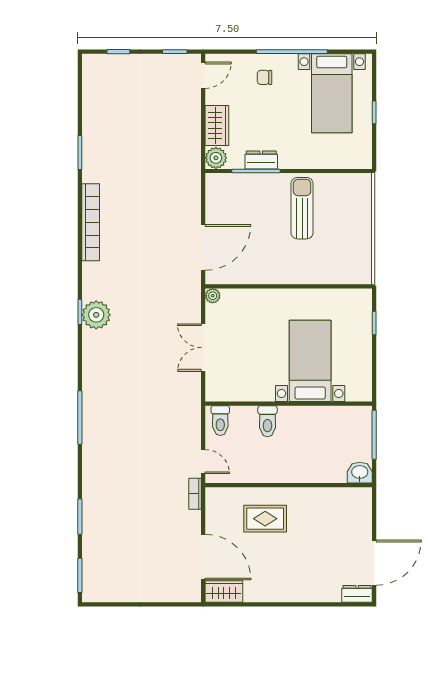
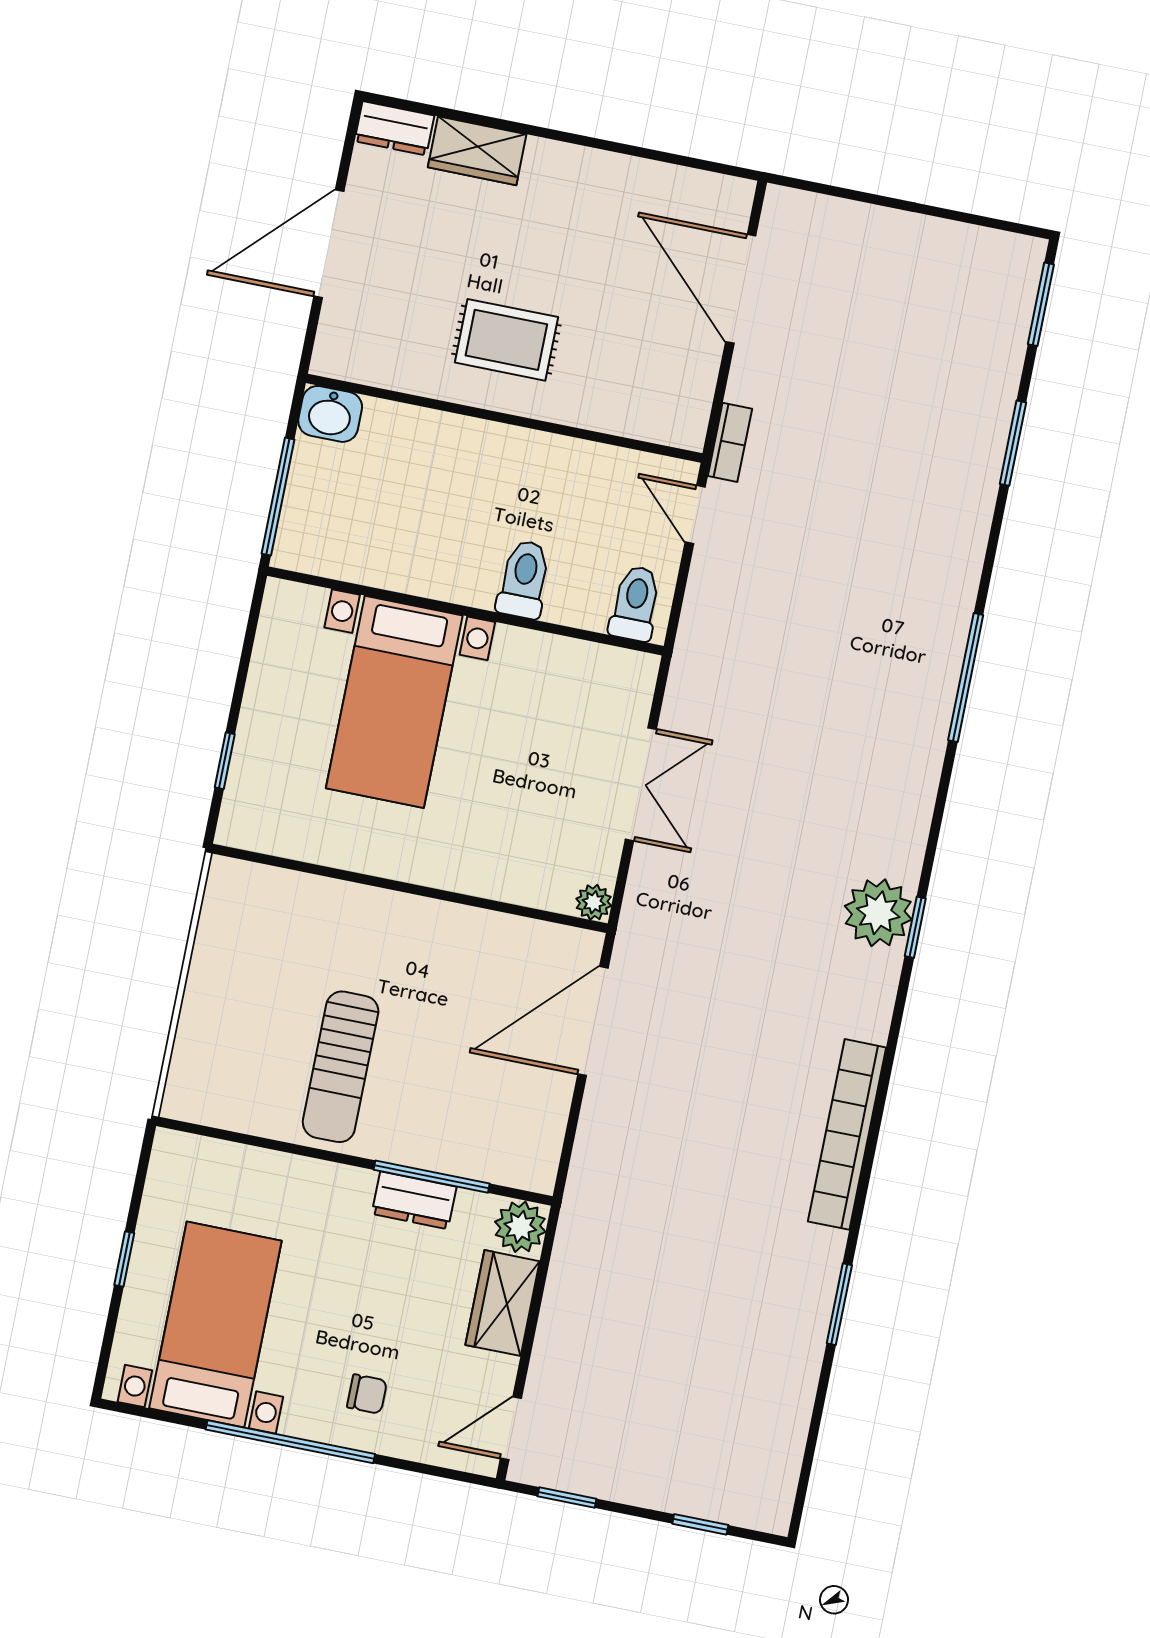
rug: (265, 519) -> (506, 340), moved
door: (374, 563) -> (329, 244), moved
wardrobe: (224, 592) -> (477, 151), moved

